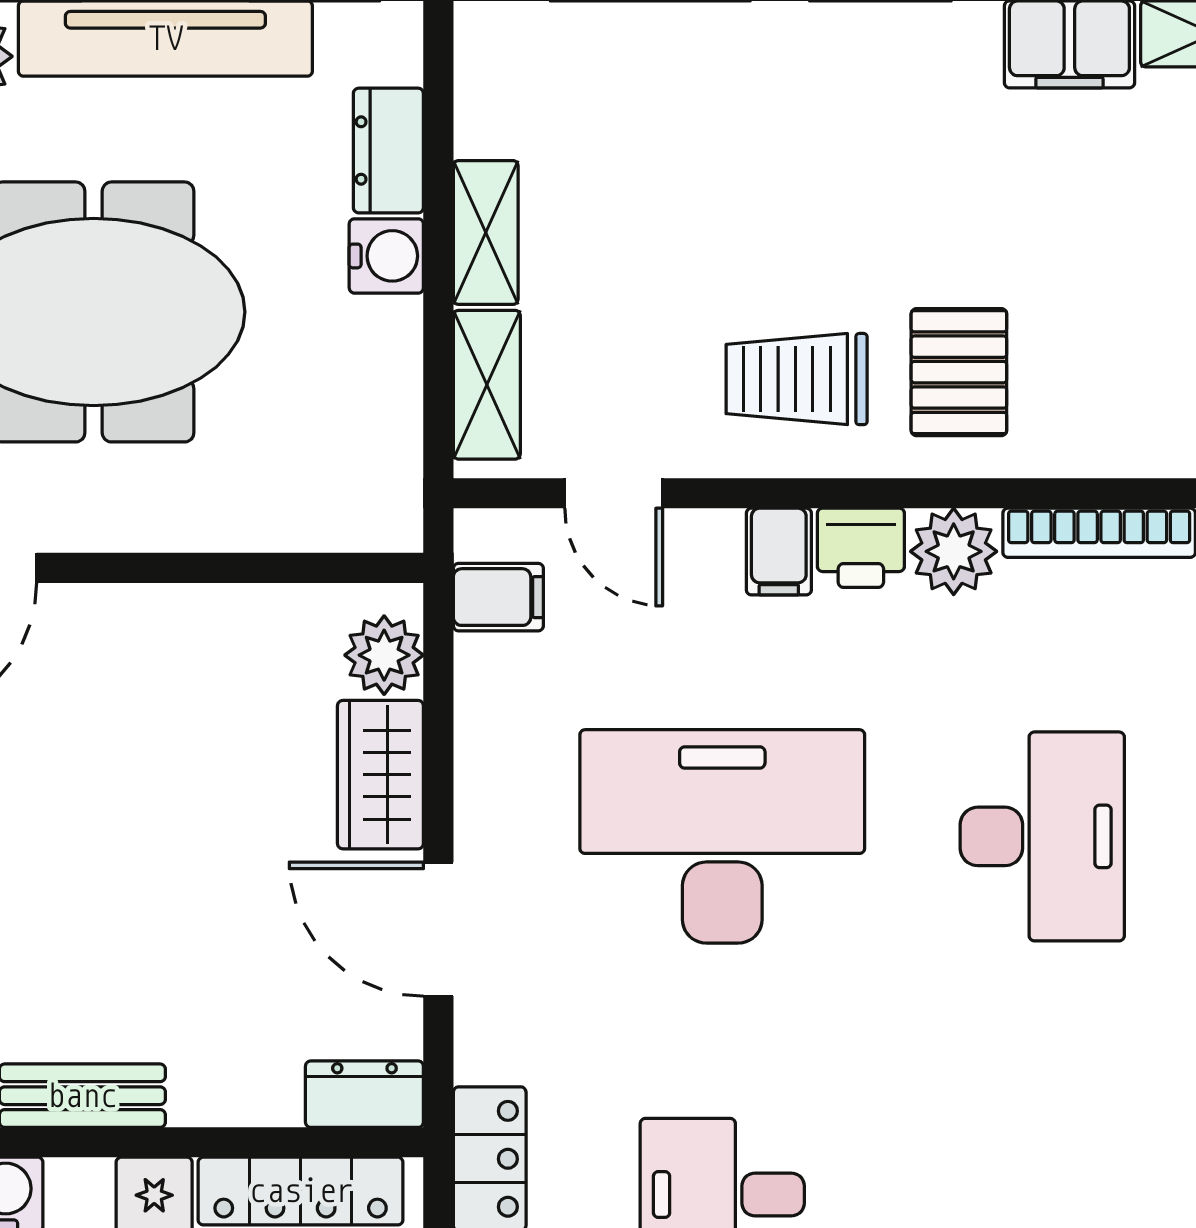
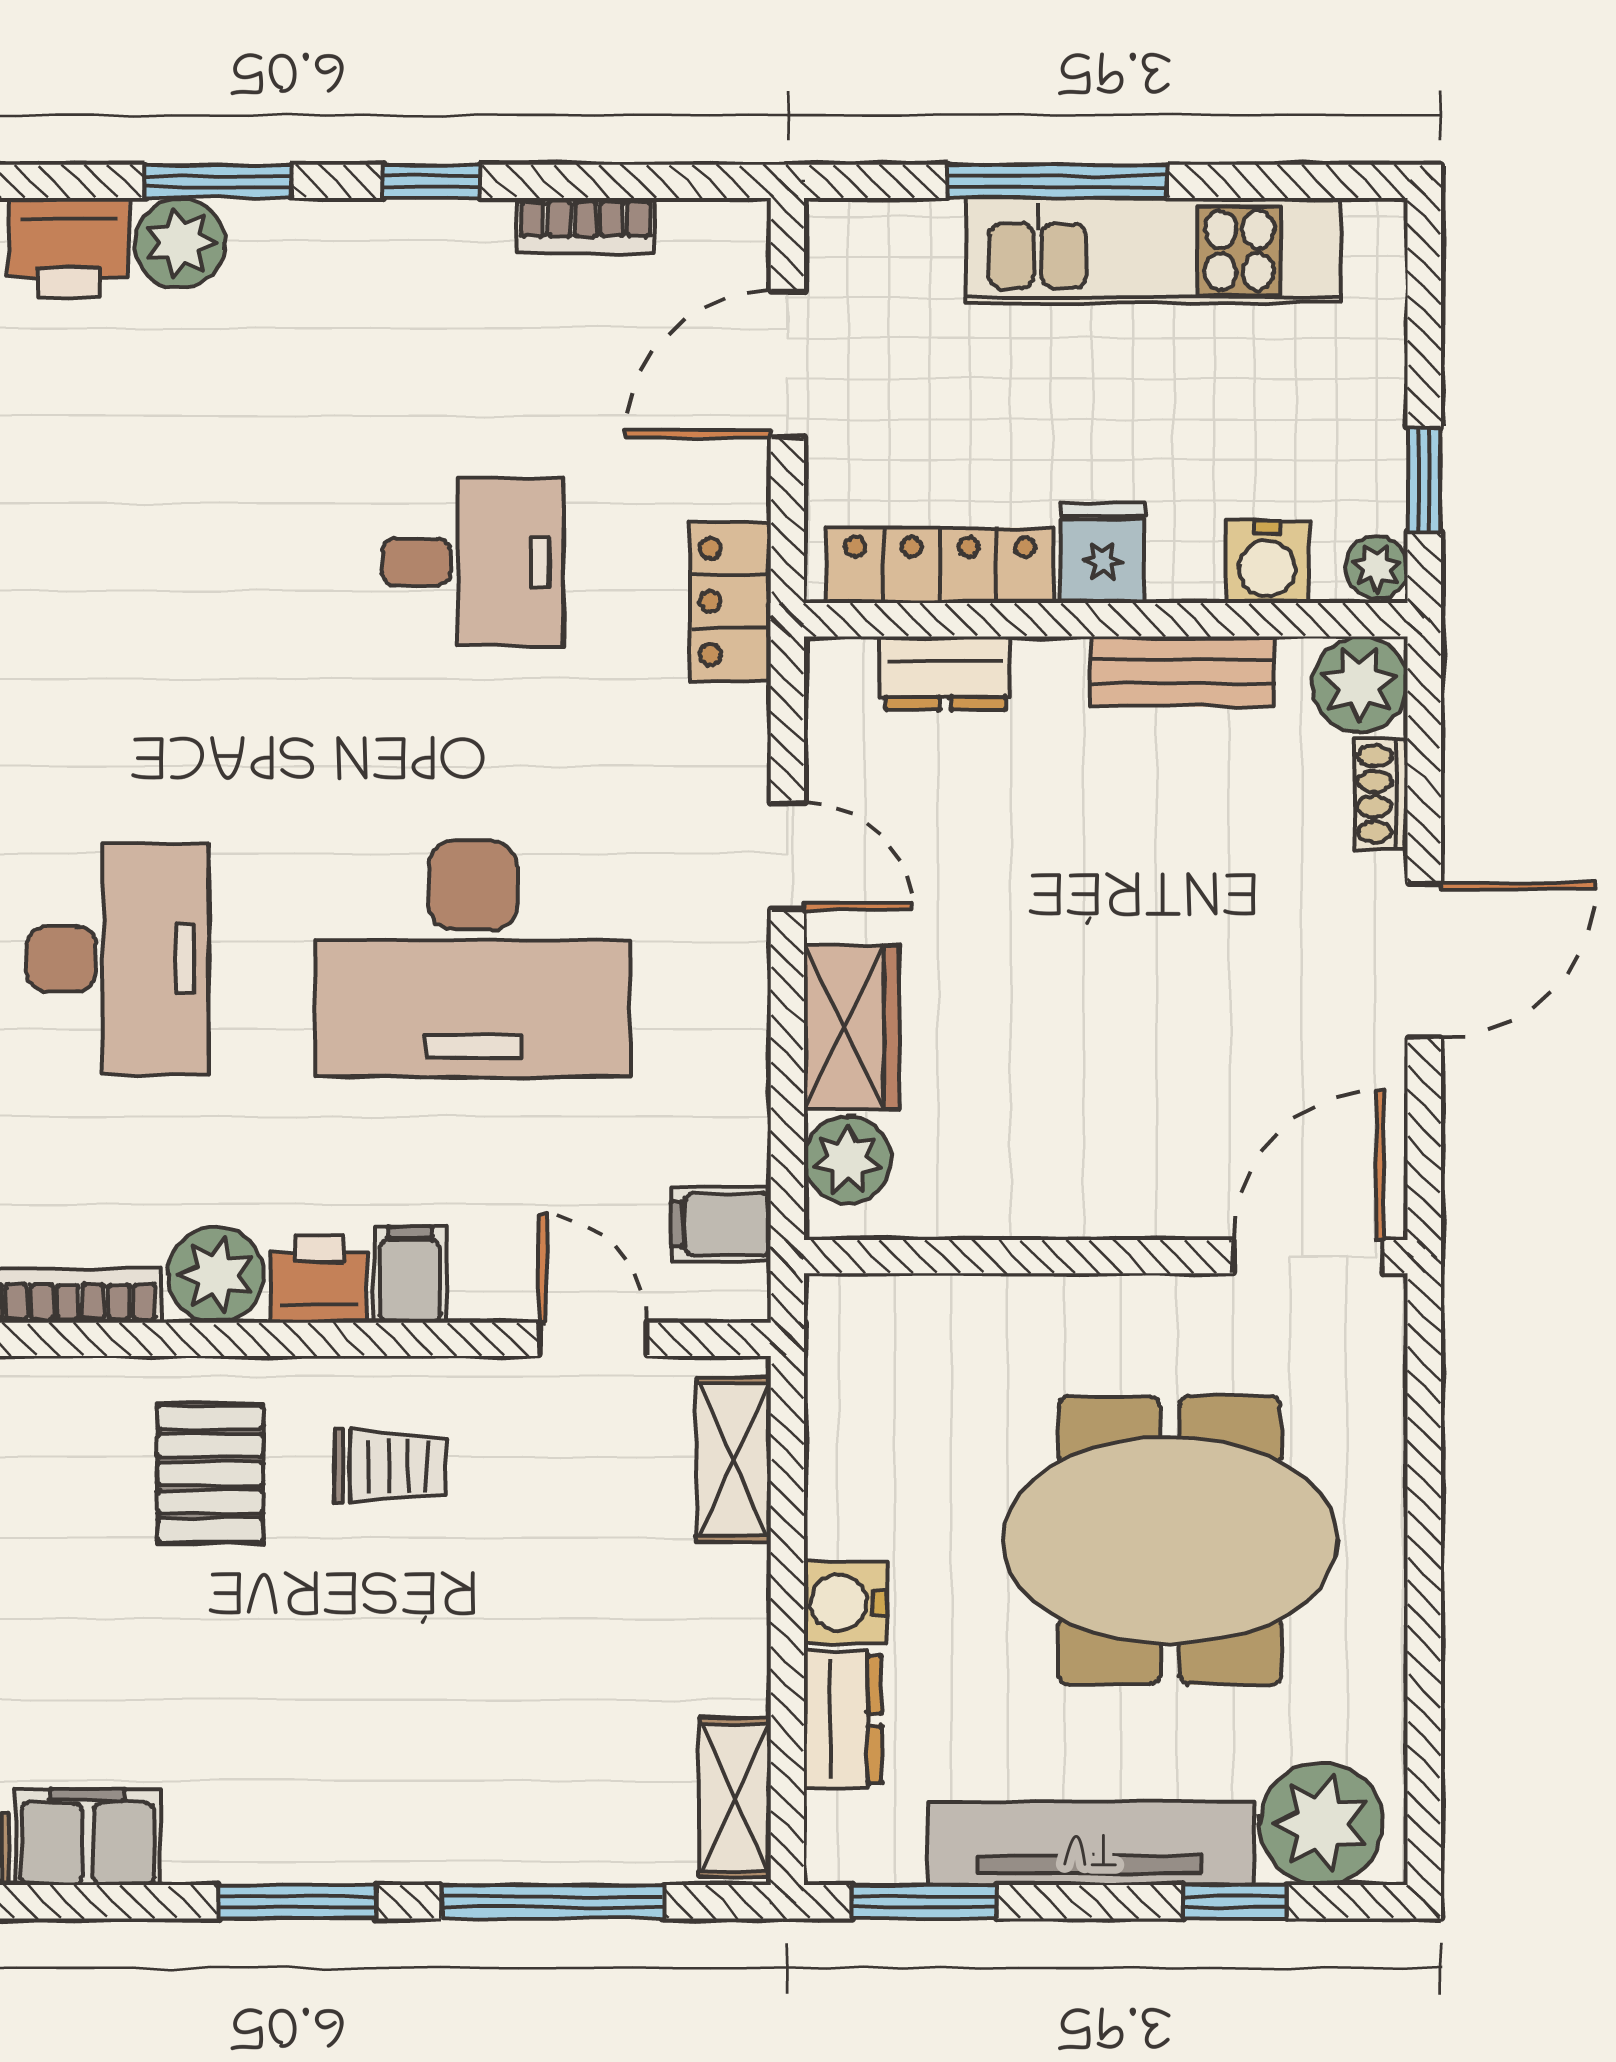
shelving: (486, 232) -> (735, 1798), moved
trolley: (797, 379) -> (390, 1466), width x0.73, depth x0.72
desk: (1042, 836) -> (118, 959), turned 180
door: (438, 929) -> (787, 856), width x0.73
dresser: (364, 1094) -> (945, 673), moved

